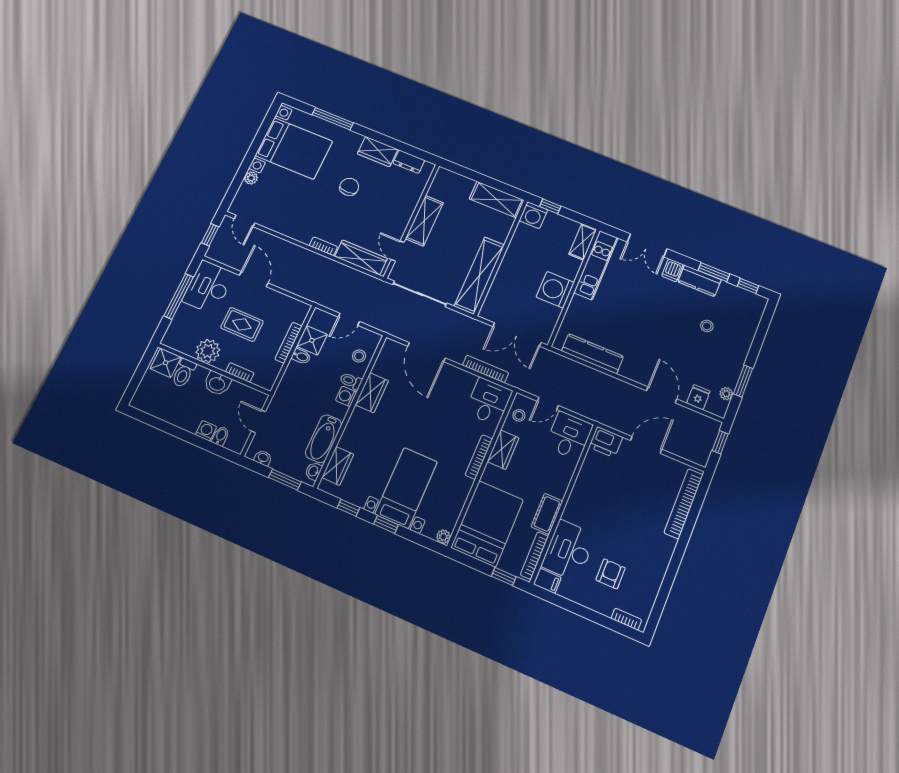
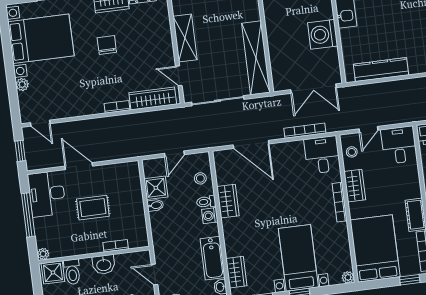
bookcase: (288, 343) -> (139, 200), removed
plant: (208, 351) -> (43, 254), moved, width x0.53, depth x0.53

